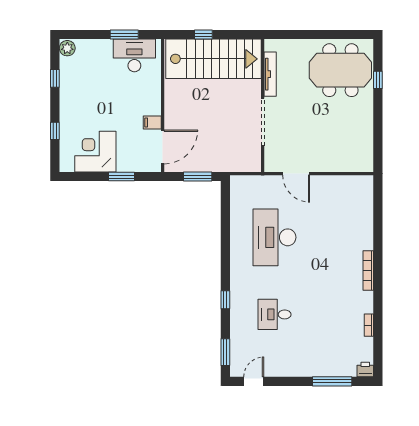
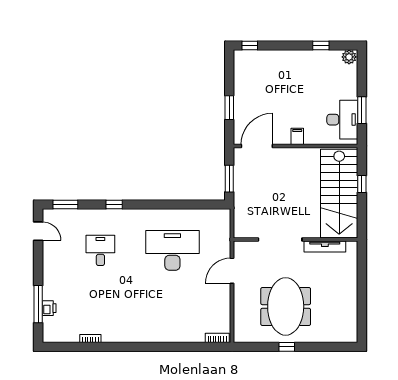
meeting table: (340, 70) -> (286, 306), moved
window: (378, 80) -> (287, 347), moved
filing cabinet: (152, 123) -> (297, 136), moved
window: (55, 131) -> (250, 45), moved
door: (163, 147) -> (257, 146), swing flipped
corner desk: (95, 152) -> (253, 83), removed
bookcase: (368, 271) -> (217, 338), moved, width x0.64
printer: (365, 369) -> (49, 308), moved

